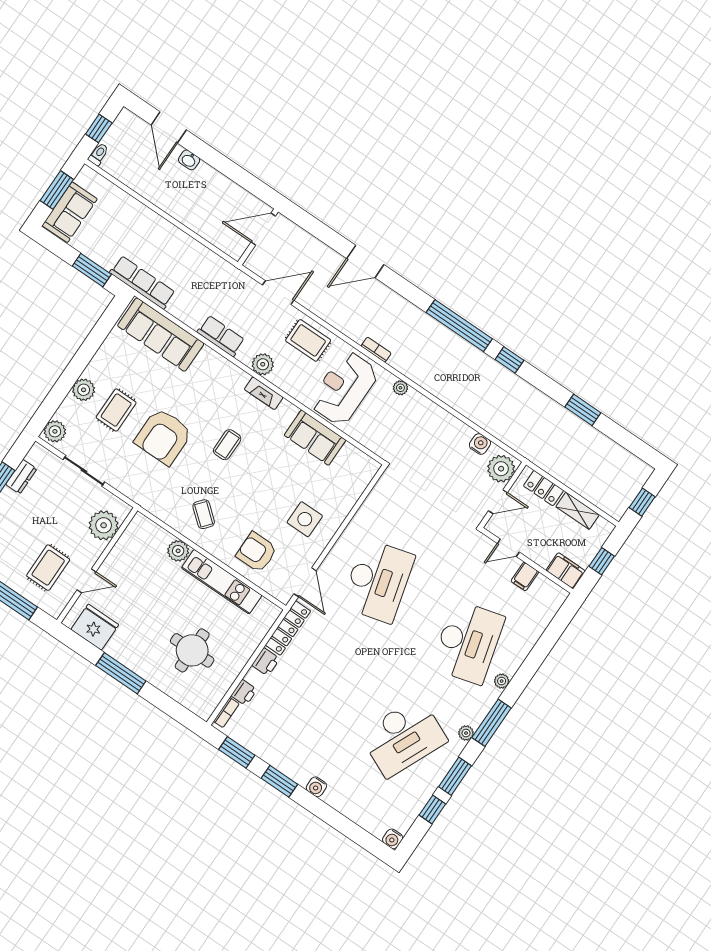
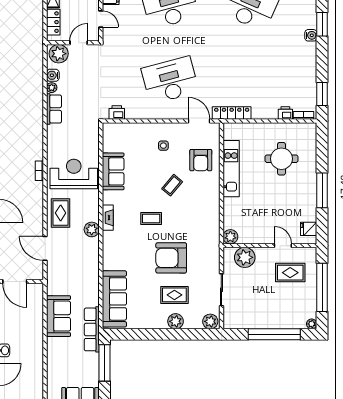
sofa: (186, 253) -> (59, 316), added
window: (92, 270) -> (104, 363), width x1.44
row of seats: (221, 336) -> (54, 109), moved, turned 180
reception desk: (344, 388) -> (74, 174), turned 180
plant: (400, 388) -> (52, 88), moved
armchair: (163, 437) -> (171, 258), turned 180
dresser: (21, 477) -> (249, 323), removed
door: (498, 502) -> (79, 43), hinge flipped
coffee table: (204, 514) -> (172, 185), moved
side table: (305, 519) -> (163, 146), width x0.54, depth x0.54
plant: (178, 551) -> (230, 237), moved
door: (305, 582) -> (199, 121), hinge flipped
fridge: (95, 627) -> (309, 229), width x0.53, depth x0.75
printer: (266, 662) -> (117, 112), moved
window: (279, 781) -> (322, 24), moved

